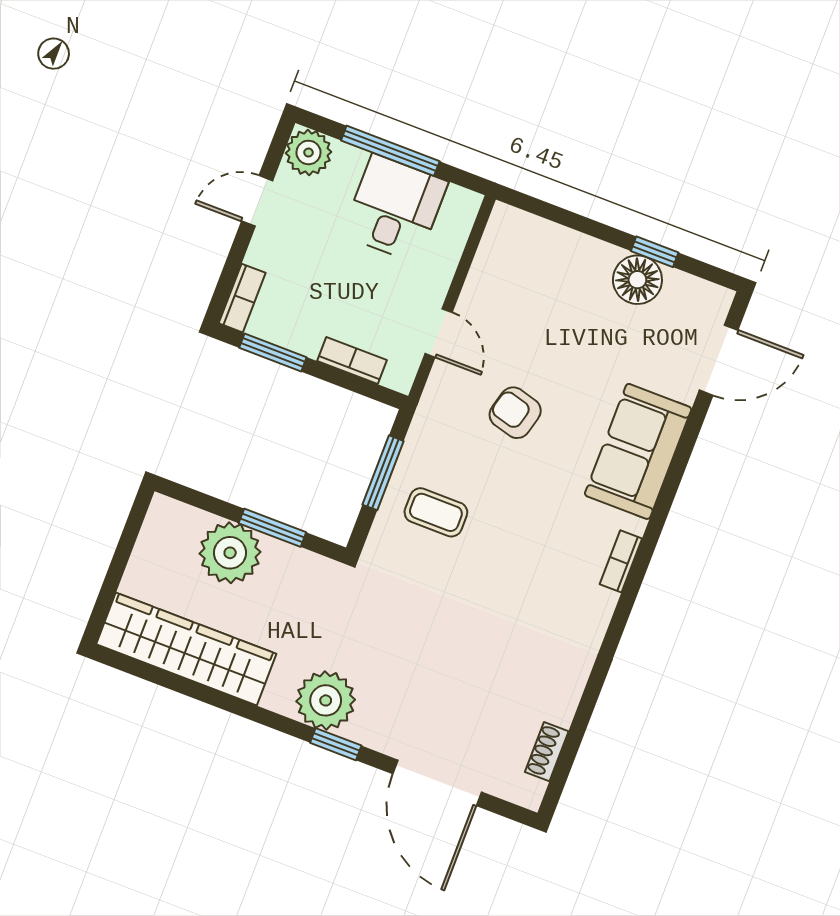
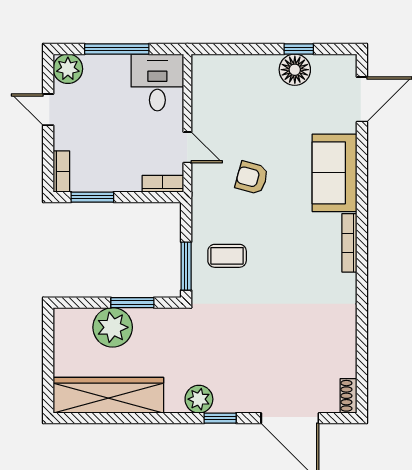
door: (257, 201) -> (48, 110), hinge flipped
desk: (395, 208) -> (157, 82), moved
bookcase: (352, 360) -> (163, 184), moved
window: (383, 473) -> (186, 266), moved
bookcase: (621, 561) -> (349, 243), width x1.56
plant: (326, 700) -> (199, 399), width x0.73, depth x0.73
shoe rack: (547, 752) -> (349, 396), moved

